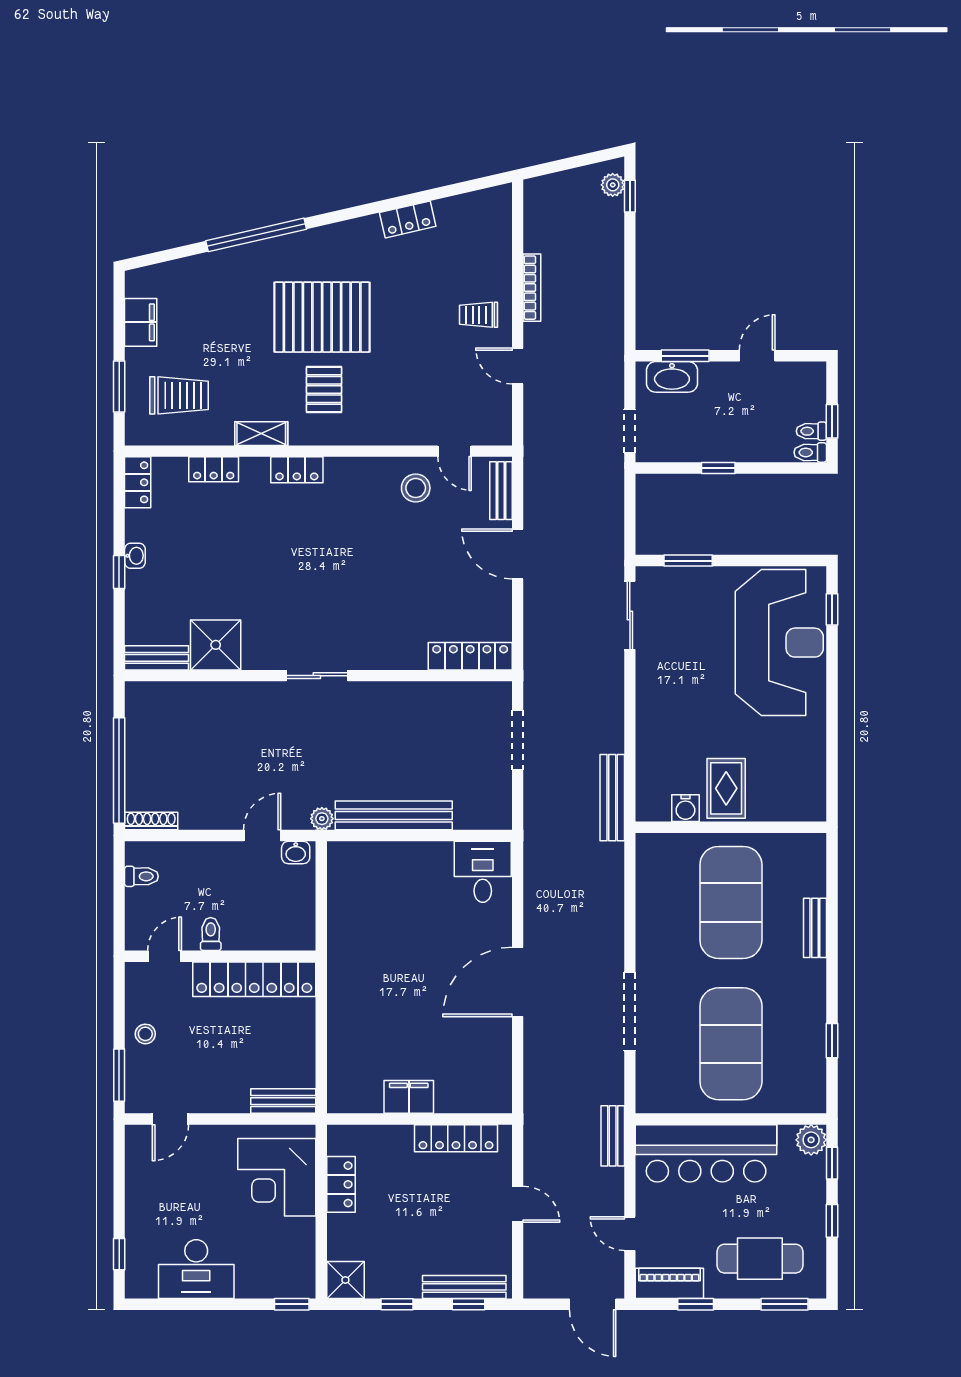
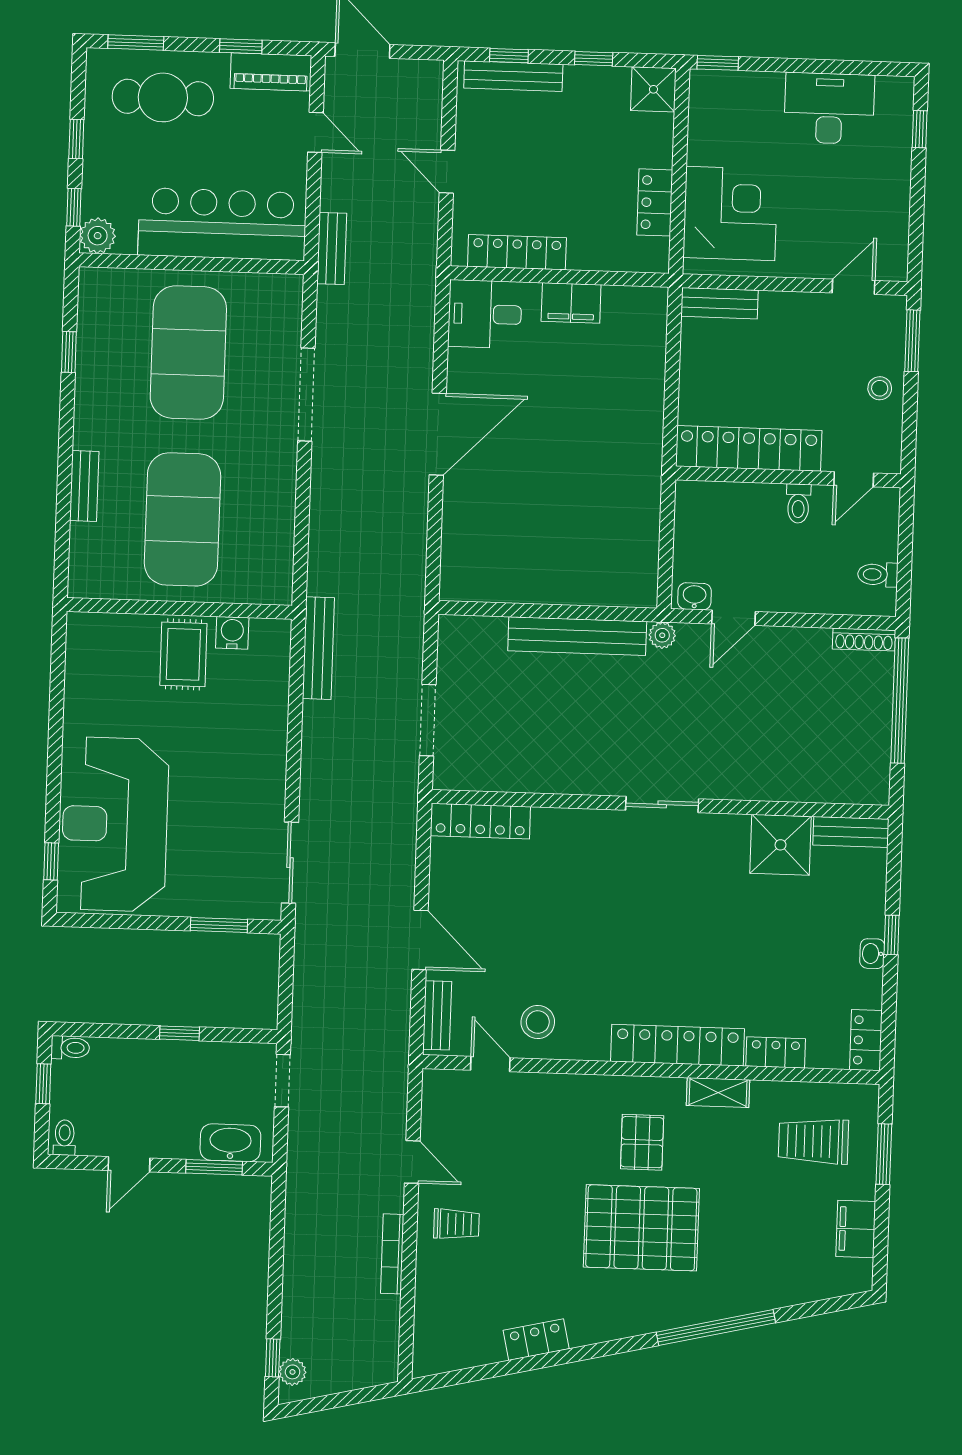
toilet: (811, 431) -> (64, 1138), moved, turned -90
locker: (297, 470) -> (678, 1045), width x2.16, depth x1.21
desk: (483, 872) -> (485, 314), moved, turned 90

